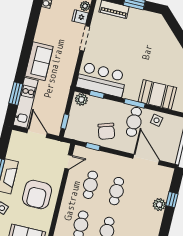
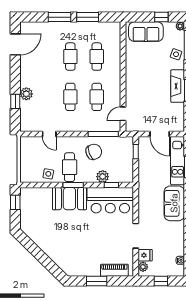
booth: (157, 95) -> (69, 199), moved
plant: (81, 99) -> (103, 177), moved
chair: (106, 131) -> (94, 152), turned 88
window: (93, 147) -> (103, 134), width x2.17
door: (146, 159) -> (49, 134), width x0.53
armchair: (37, 194) -> (146, 75), removed

